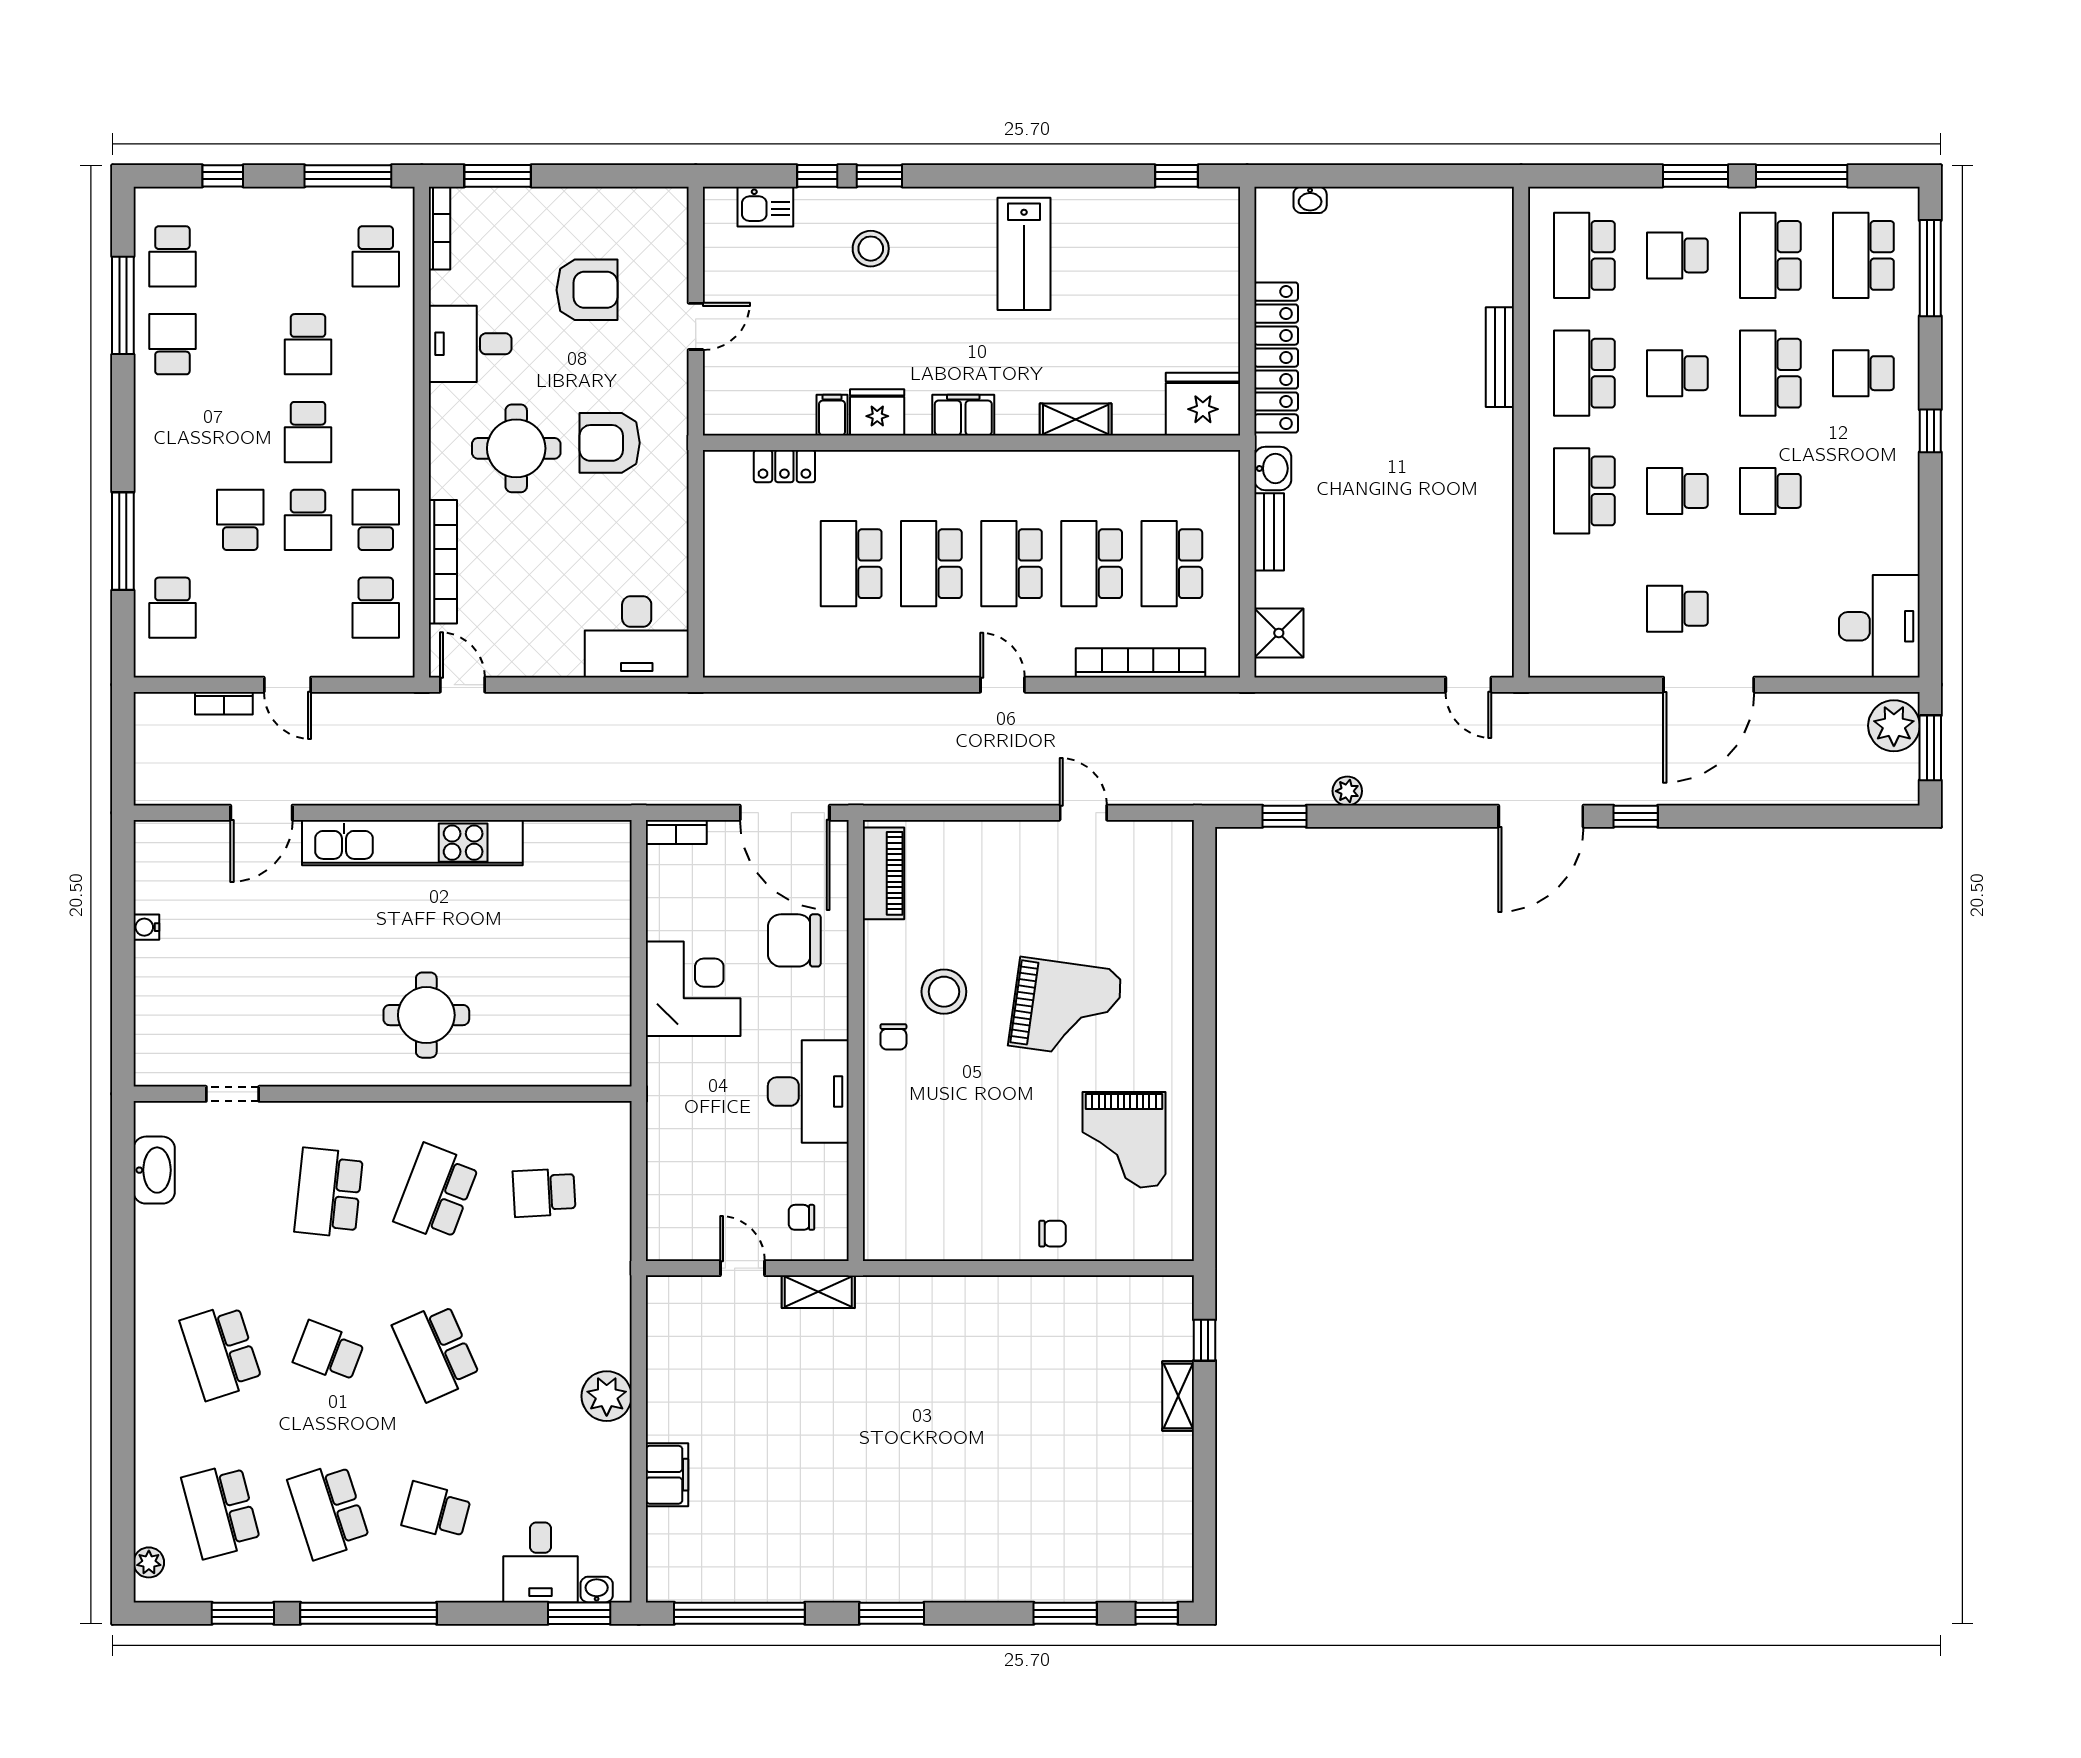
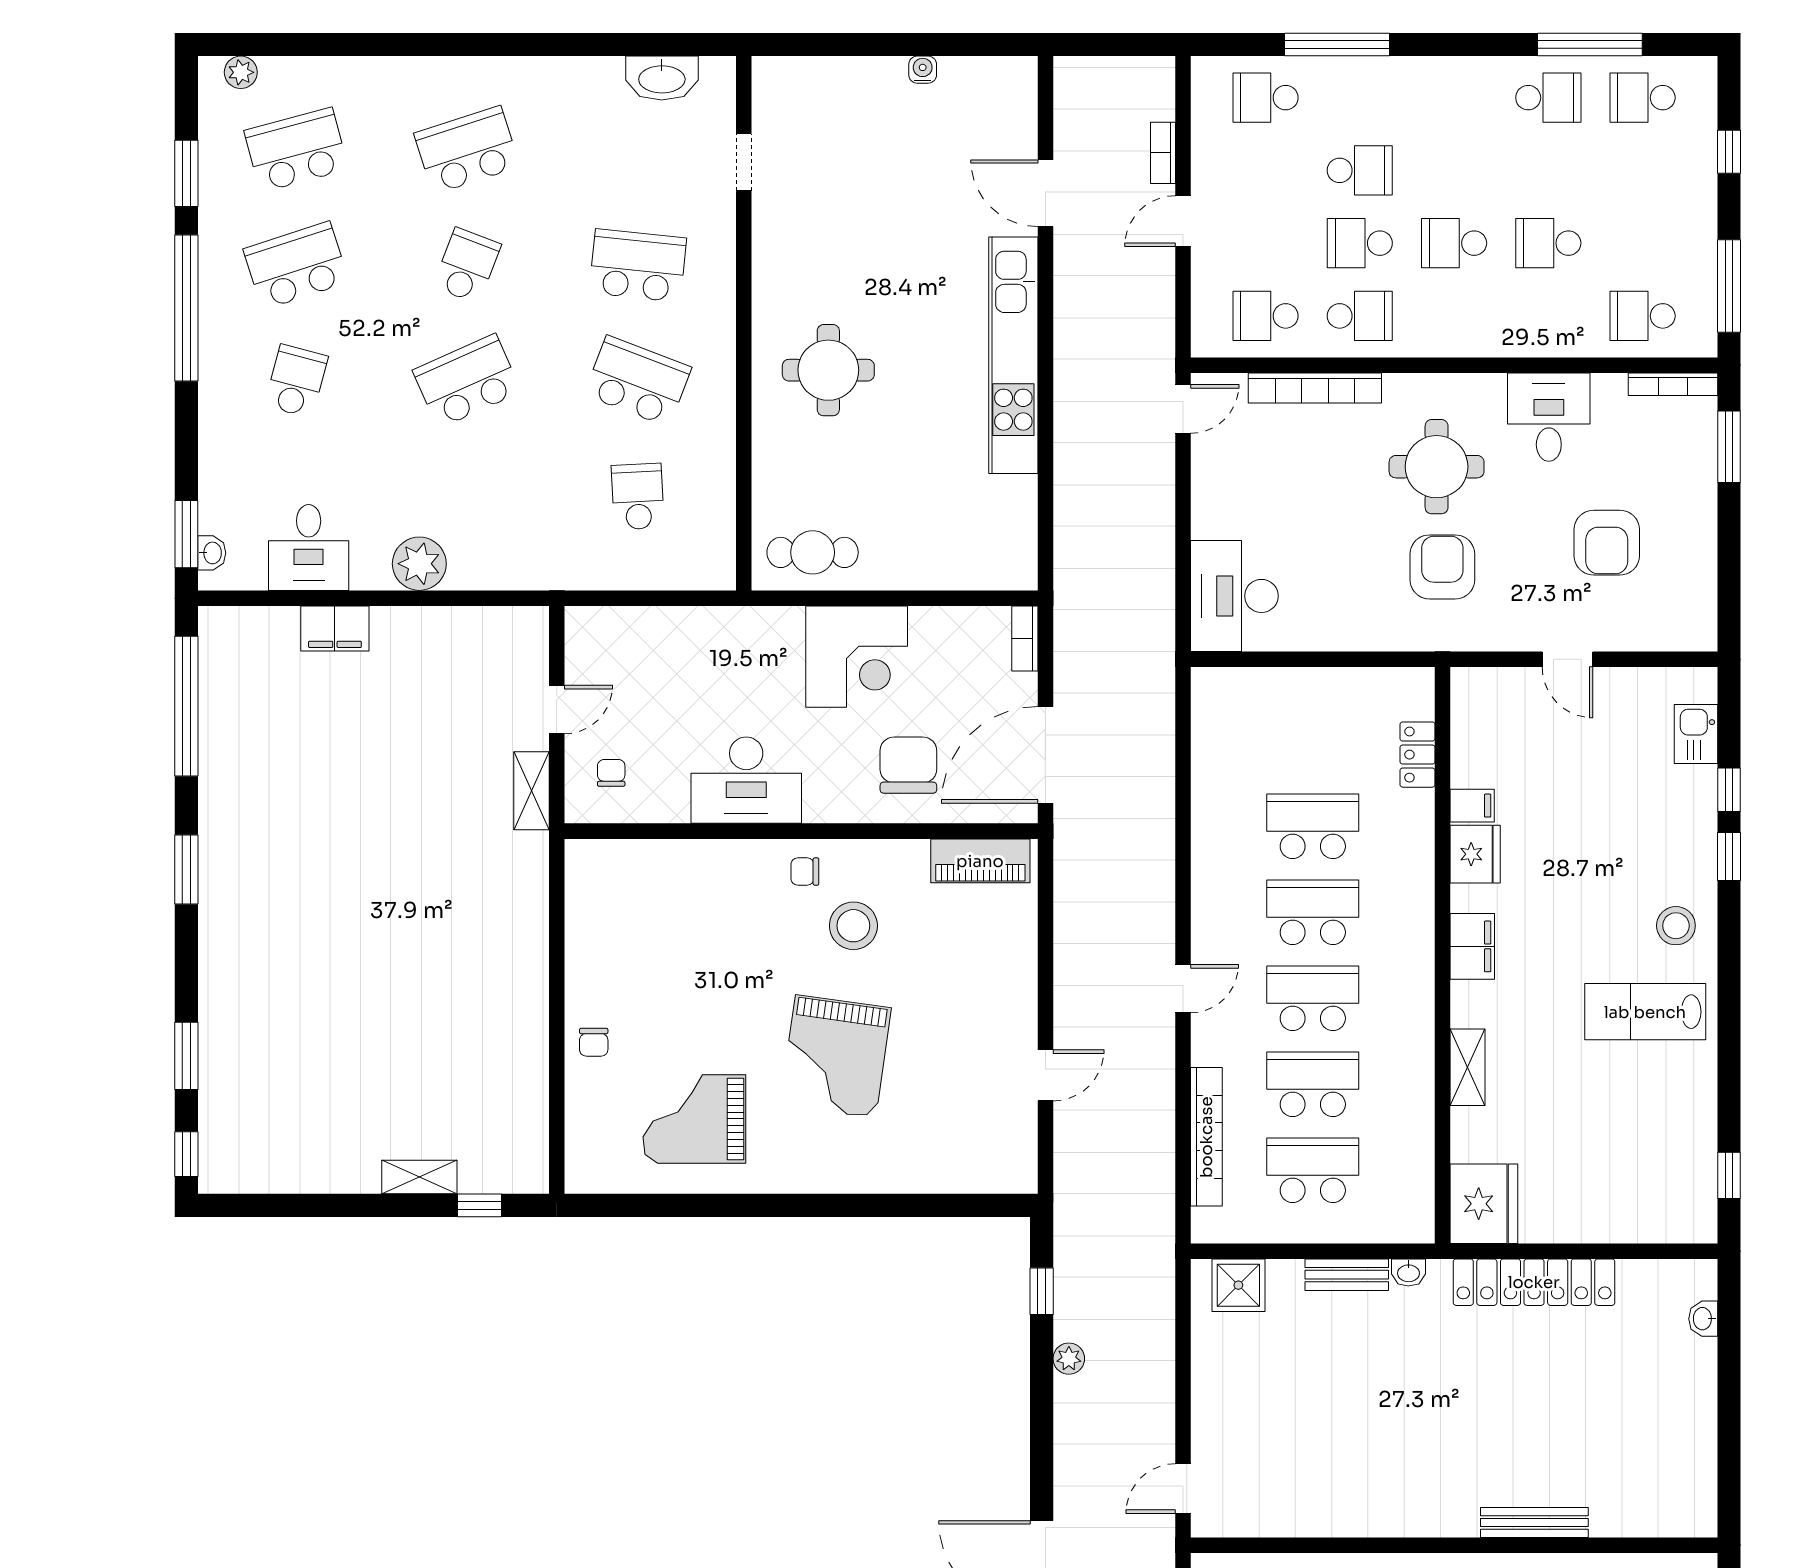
stool: (871, 249) -> (1676, 926), moved
washbasin: (1273, 468) -> (1408, 1273), width x0.72, depth x0.69
cafe table: (596, 1030) -> (813, 552), added
desk: (541, 1562) -> (309, 548), moved, turned -90

